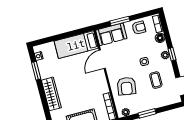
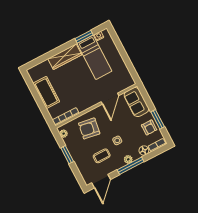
window: (120, 21) -> (158, 119), moved
bed: (76, 45) -> (94, 57), moved, turned 180
window: (172, 54) -> (131, 166), width x2.17
door: (102, 59) -> (110, 99), swing flipped

